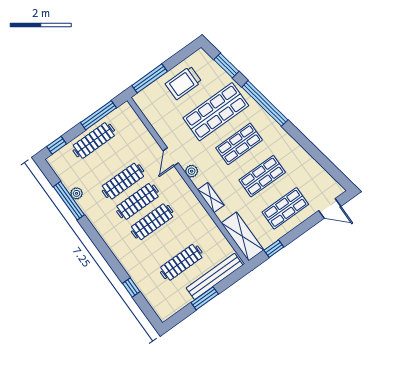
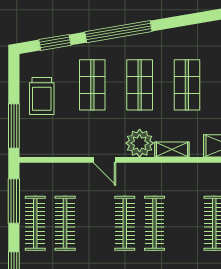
shop shelf: (216, 112) -> (92, 85), width x0.70, depth x0.74
plant: (192, 171) -> (140, 143), width x1.88, depth x1.88
clothes rail: (123, 181) -> (65, 223), moved

